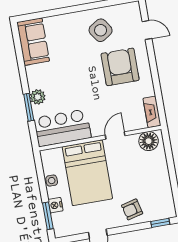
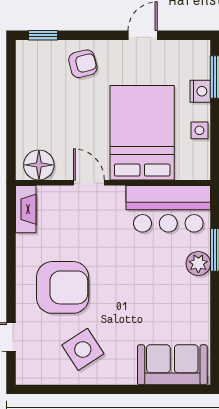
sofa: (33, 42) -> (172, 365), moved, turned 90
armchair: (120, 67) -> (63, 287), turned -90
door: (115, 135) -> (89, 183), swing flipped

